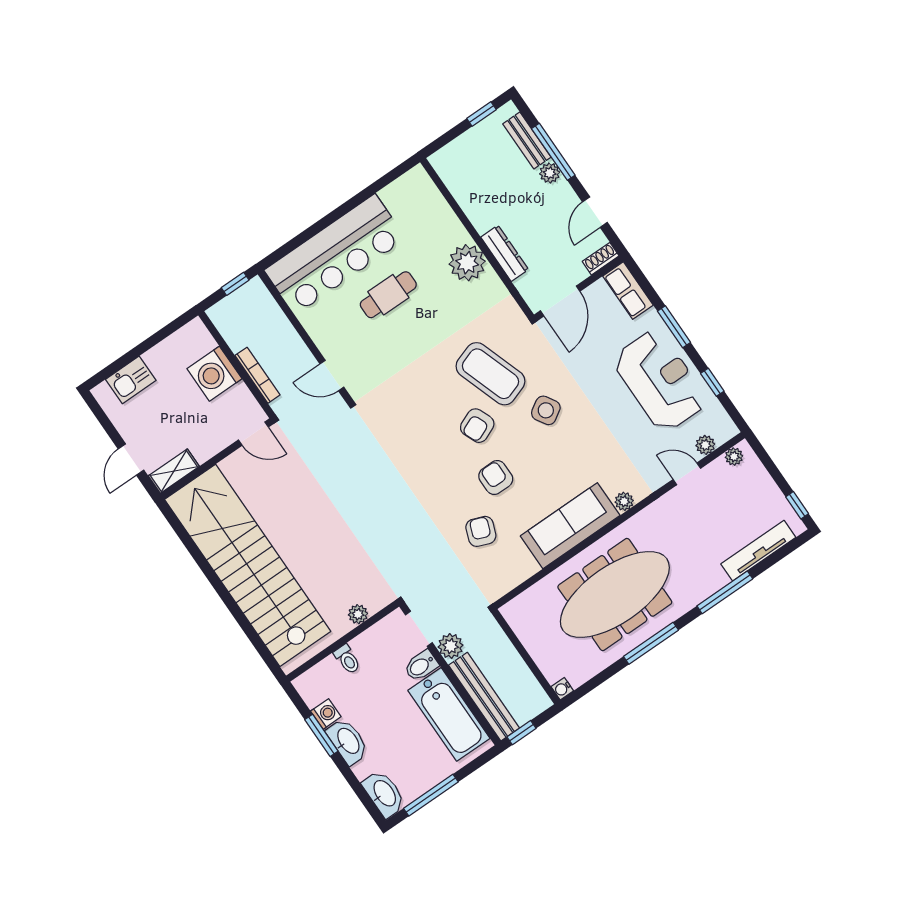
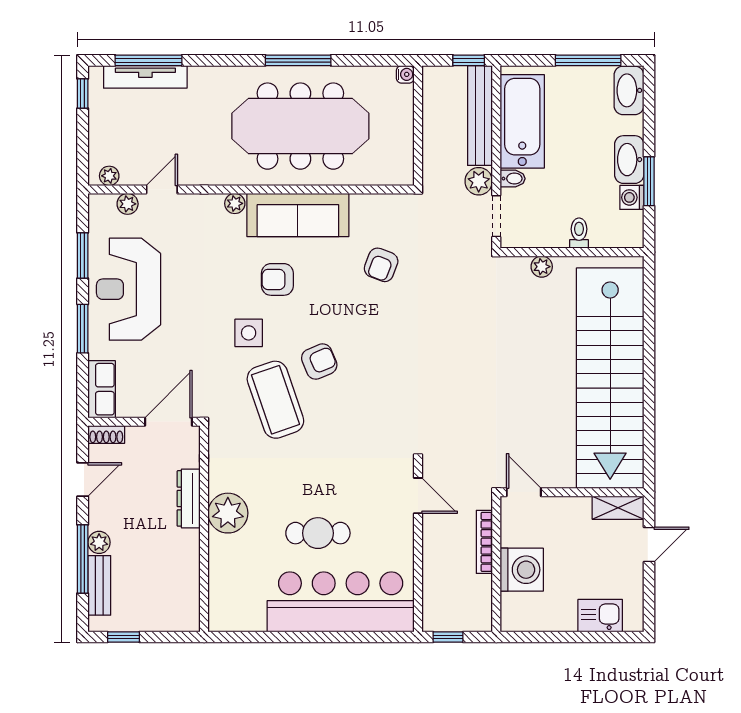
window: (712, 382) -> (83, 255), width x1.50
side table: (546, 410) -> (249, 333), turned 32
door: (687, 474) -> (162, 189), swing flipped
armchair: (496, 478) -> (277, 279), moved, turned 90
window: (725, 592) -> (149, 60), moved
bidet: (421, 666) -> (513, 179), width x0.72, depth x0.74

